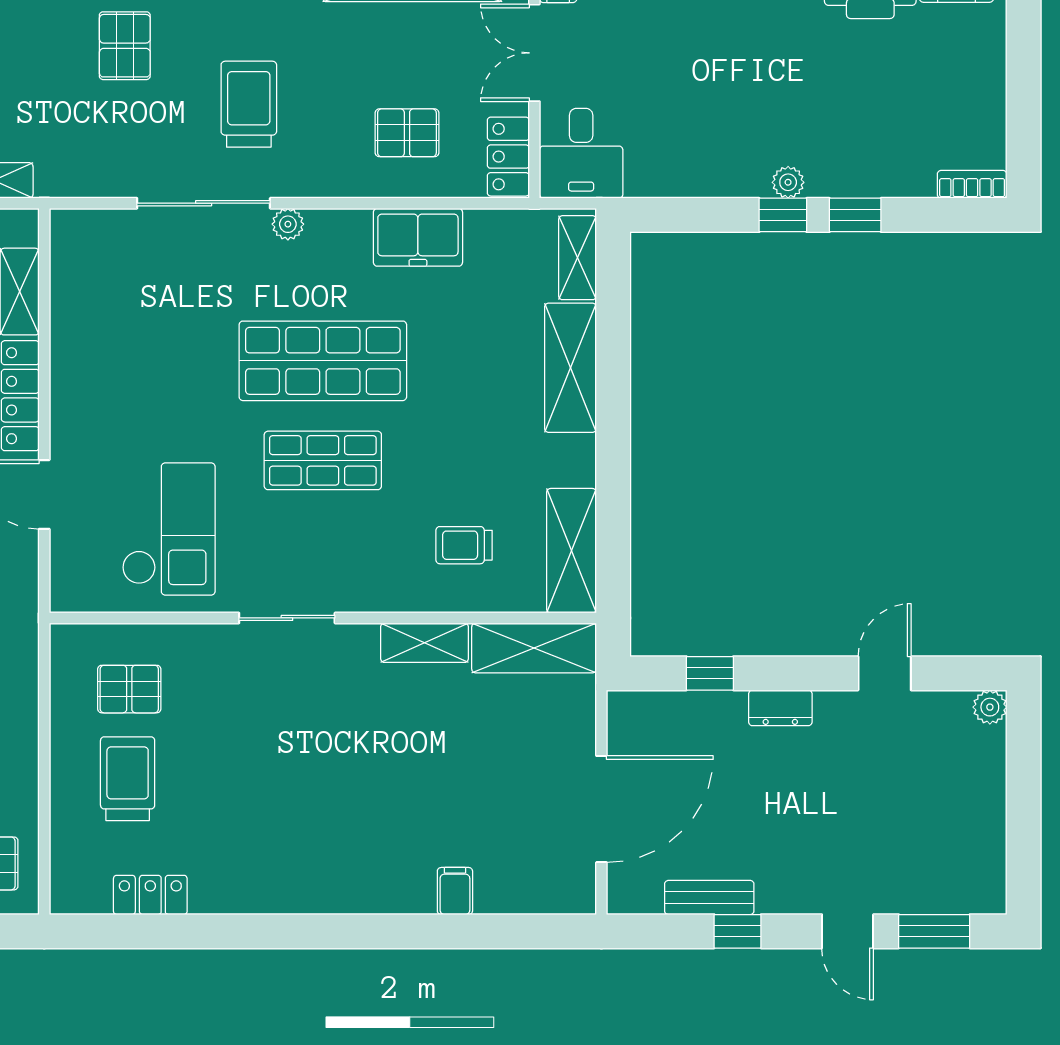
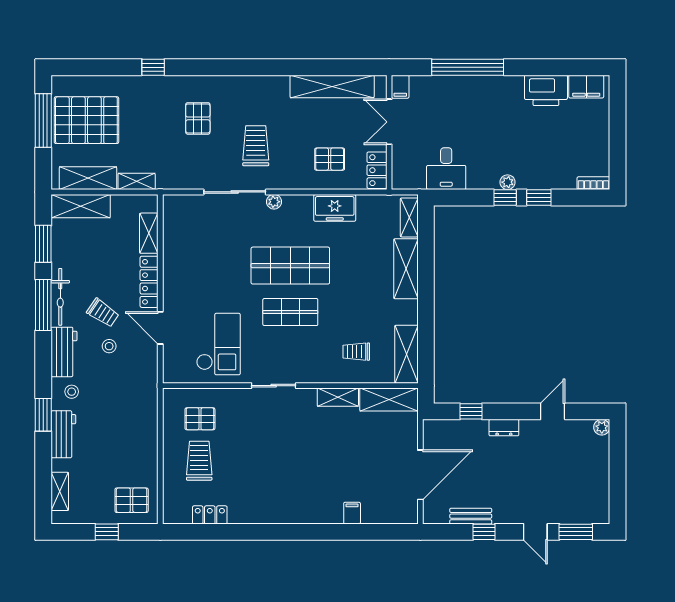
desk: (581, 153) -> (446, 169), moved

